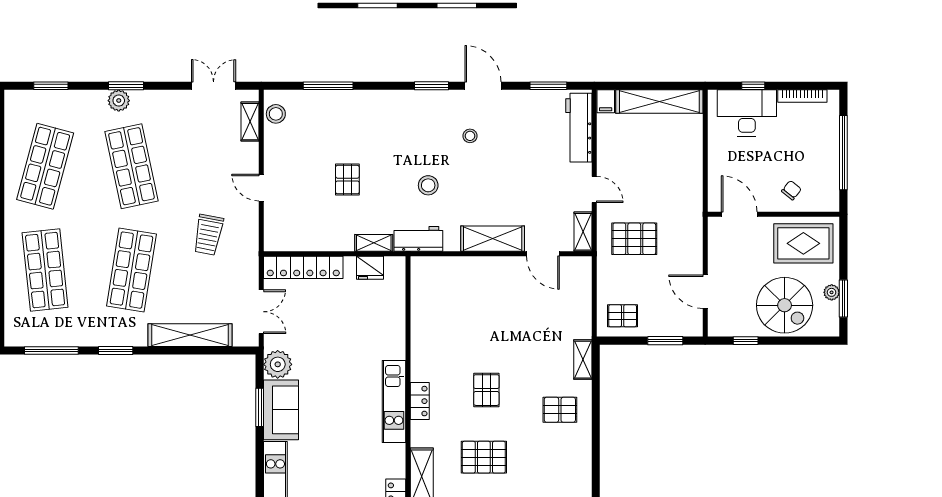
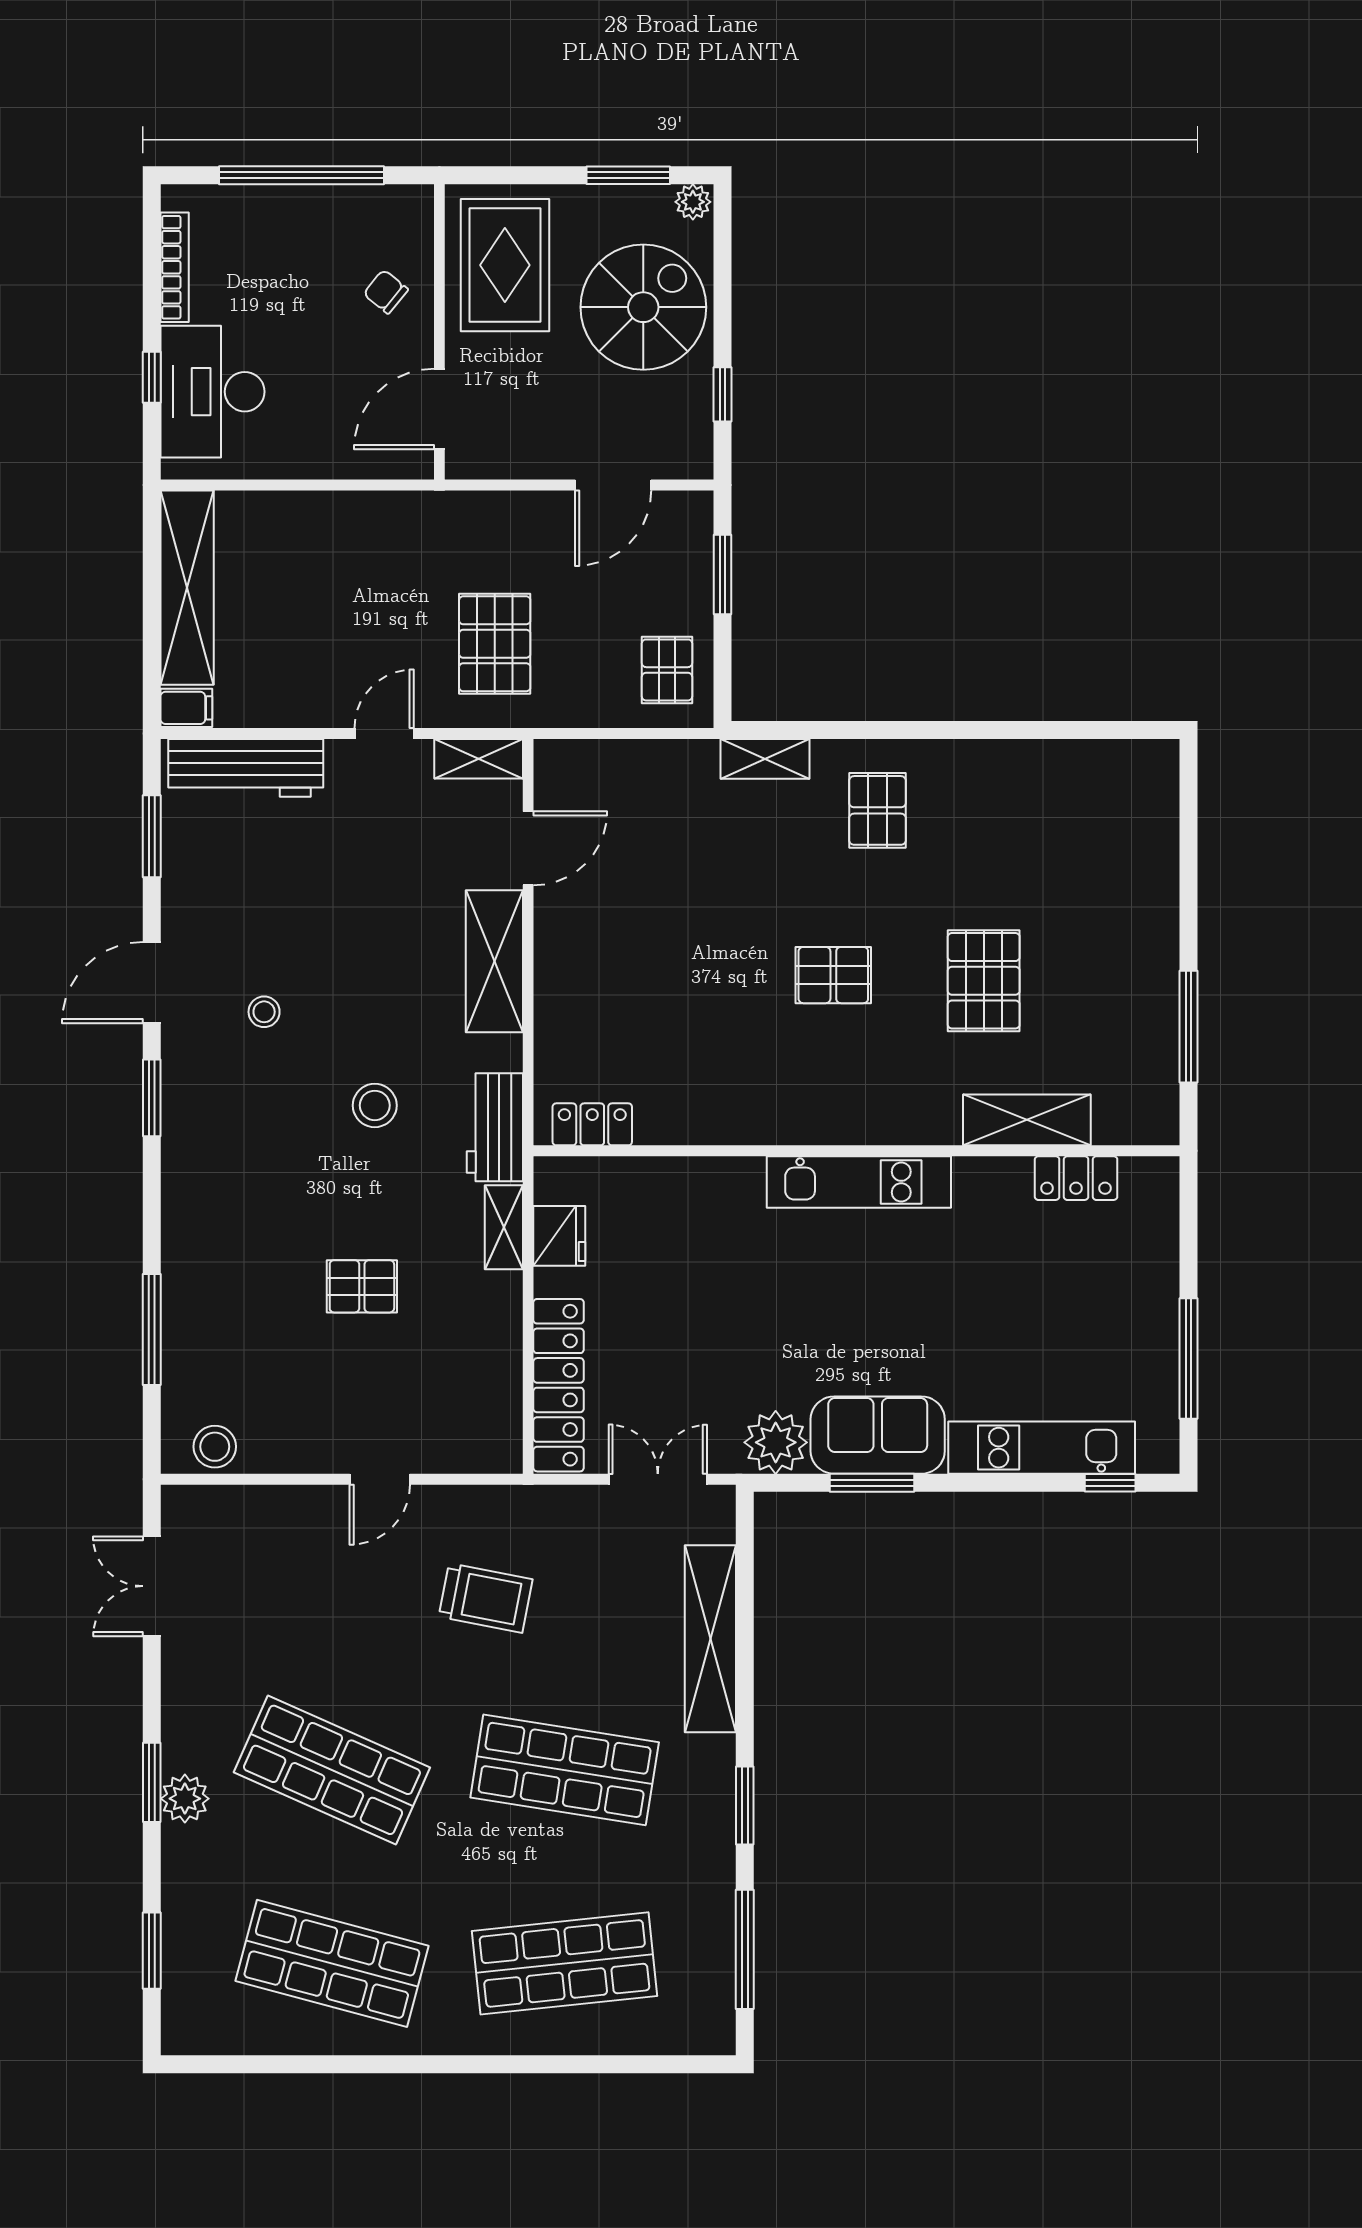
shelving: (250, 122) -> (232, 1504), removed
shop shelf: (132, 166) -> (332, 1770), turned 36
plant: (832, 292) -> (693, 202), moved
locker: (420, 401) -> (592, 1124), moved

